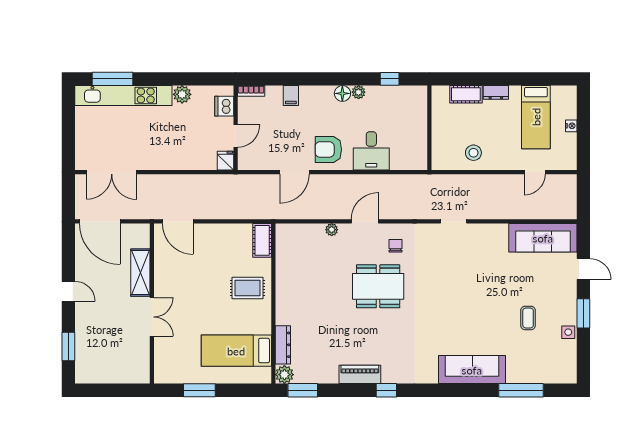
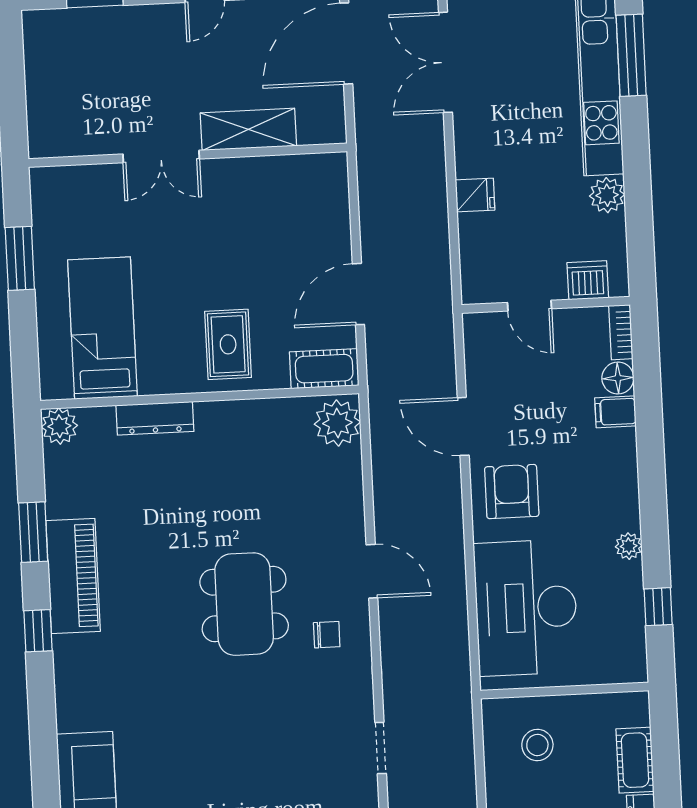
floor lamp: (342, 93) -> (618, 378), moved
desk: (371, 151) -> (526, 608), width x1.87, depth x1.30
stool: (473, 153) -> (537, 745), moved
fridge: (226, 161) -> (475, 195), moved
door: (178, 221) -> (358, 294), moved
plant: (332, 230) -> (337, 423), moved, width x1.87, depth x1.87
dresser: (283, 345) -> (155, 418), moved
piano: (360, 374) -> (73, 576), width x1.37, depth x1.33
window: (303, 390) -> (33, 532), moved

